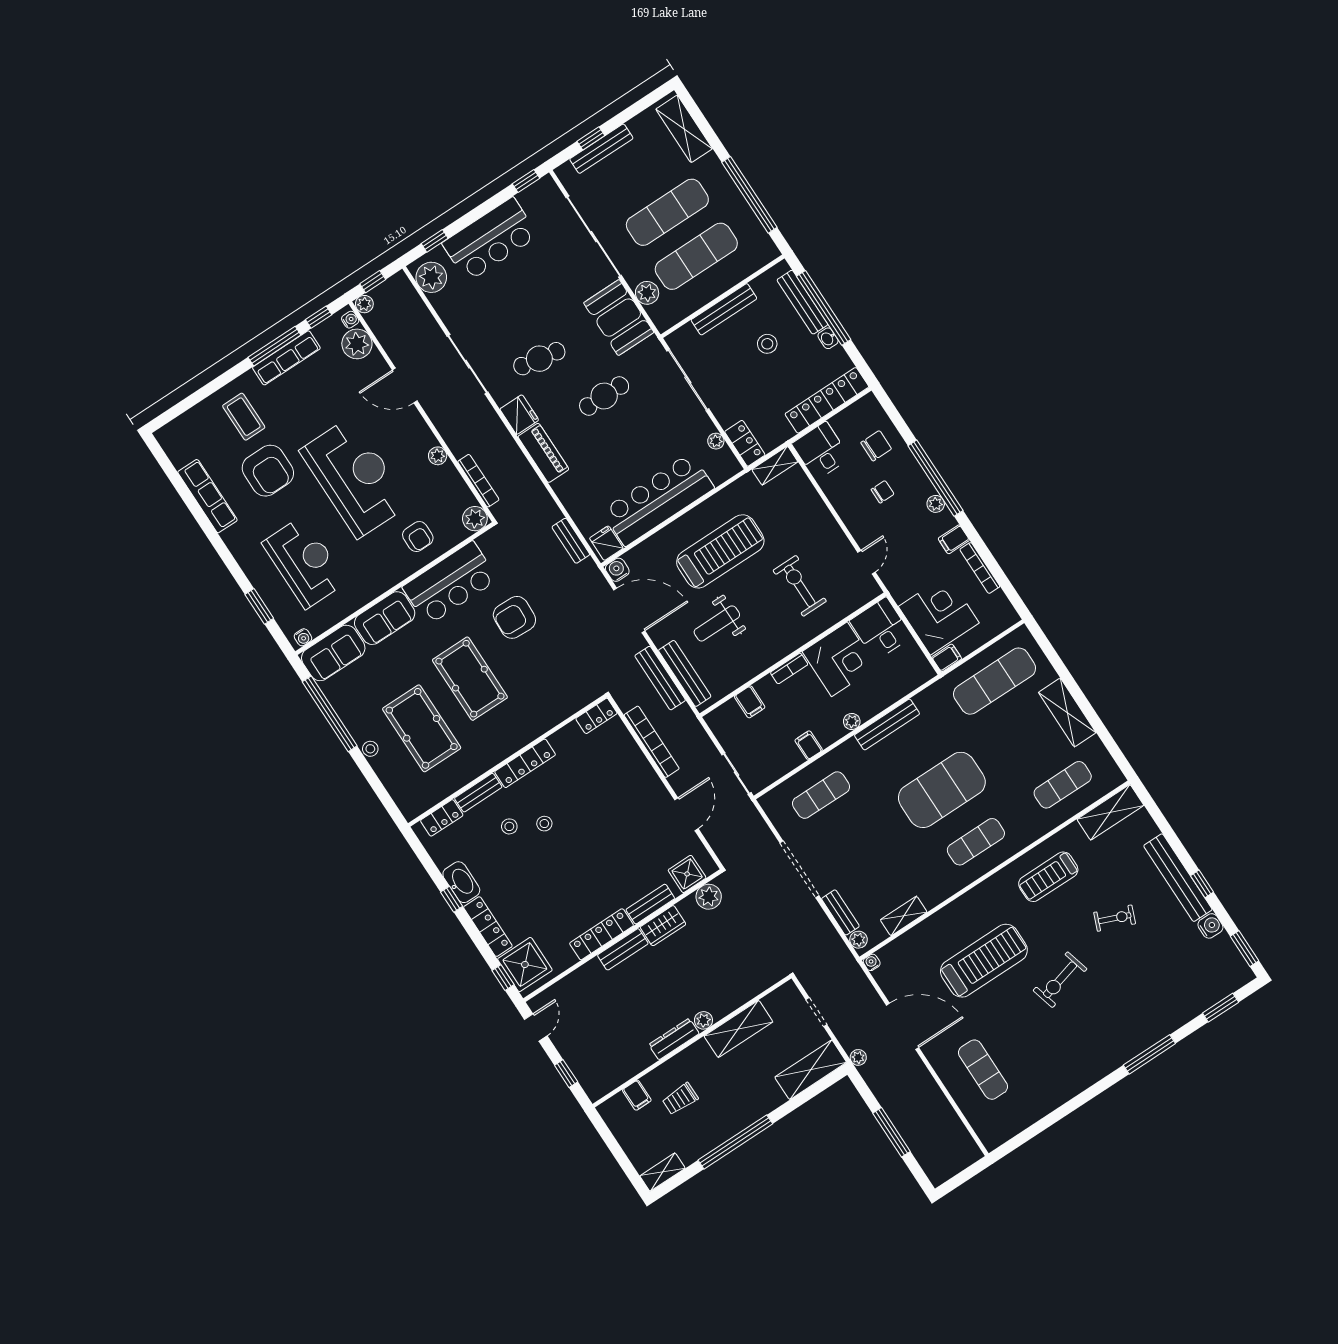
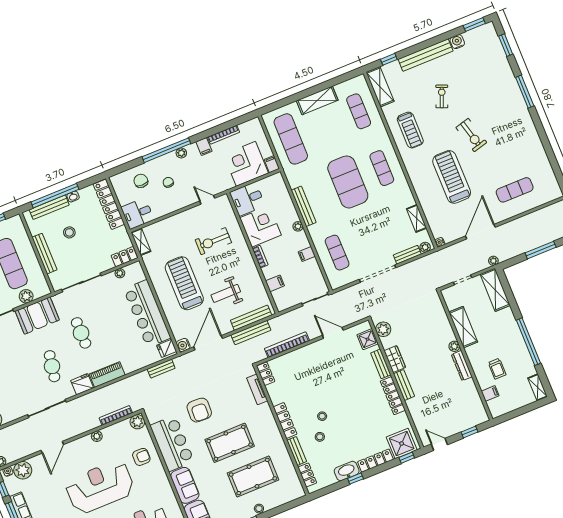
weight bench: (717, 623) -> (226, 293), turned 90
tv unit: (568, 707) -> (257, 389), added
window: (1202, 884) -> (389, 59), moved

